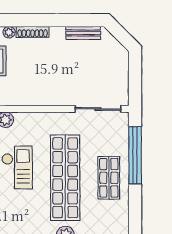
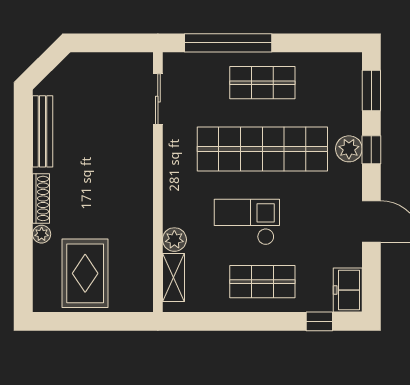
bench: (83, 33) -> (43, 131), width x1.36
sliding door: (98, 109) -> (158, 99), width x0.73

